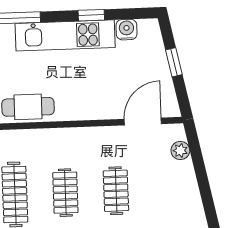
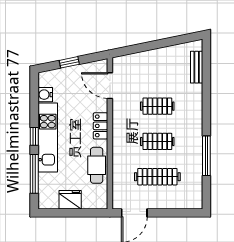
window: (91, 15) -> (34, 136), moved
locker: (85, 110) -> (100, 126), added
plant: (180, 150) -> (131, 60), removed

